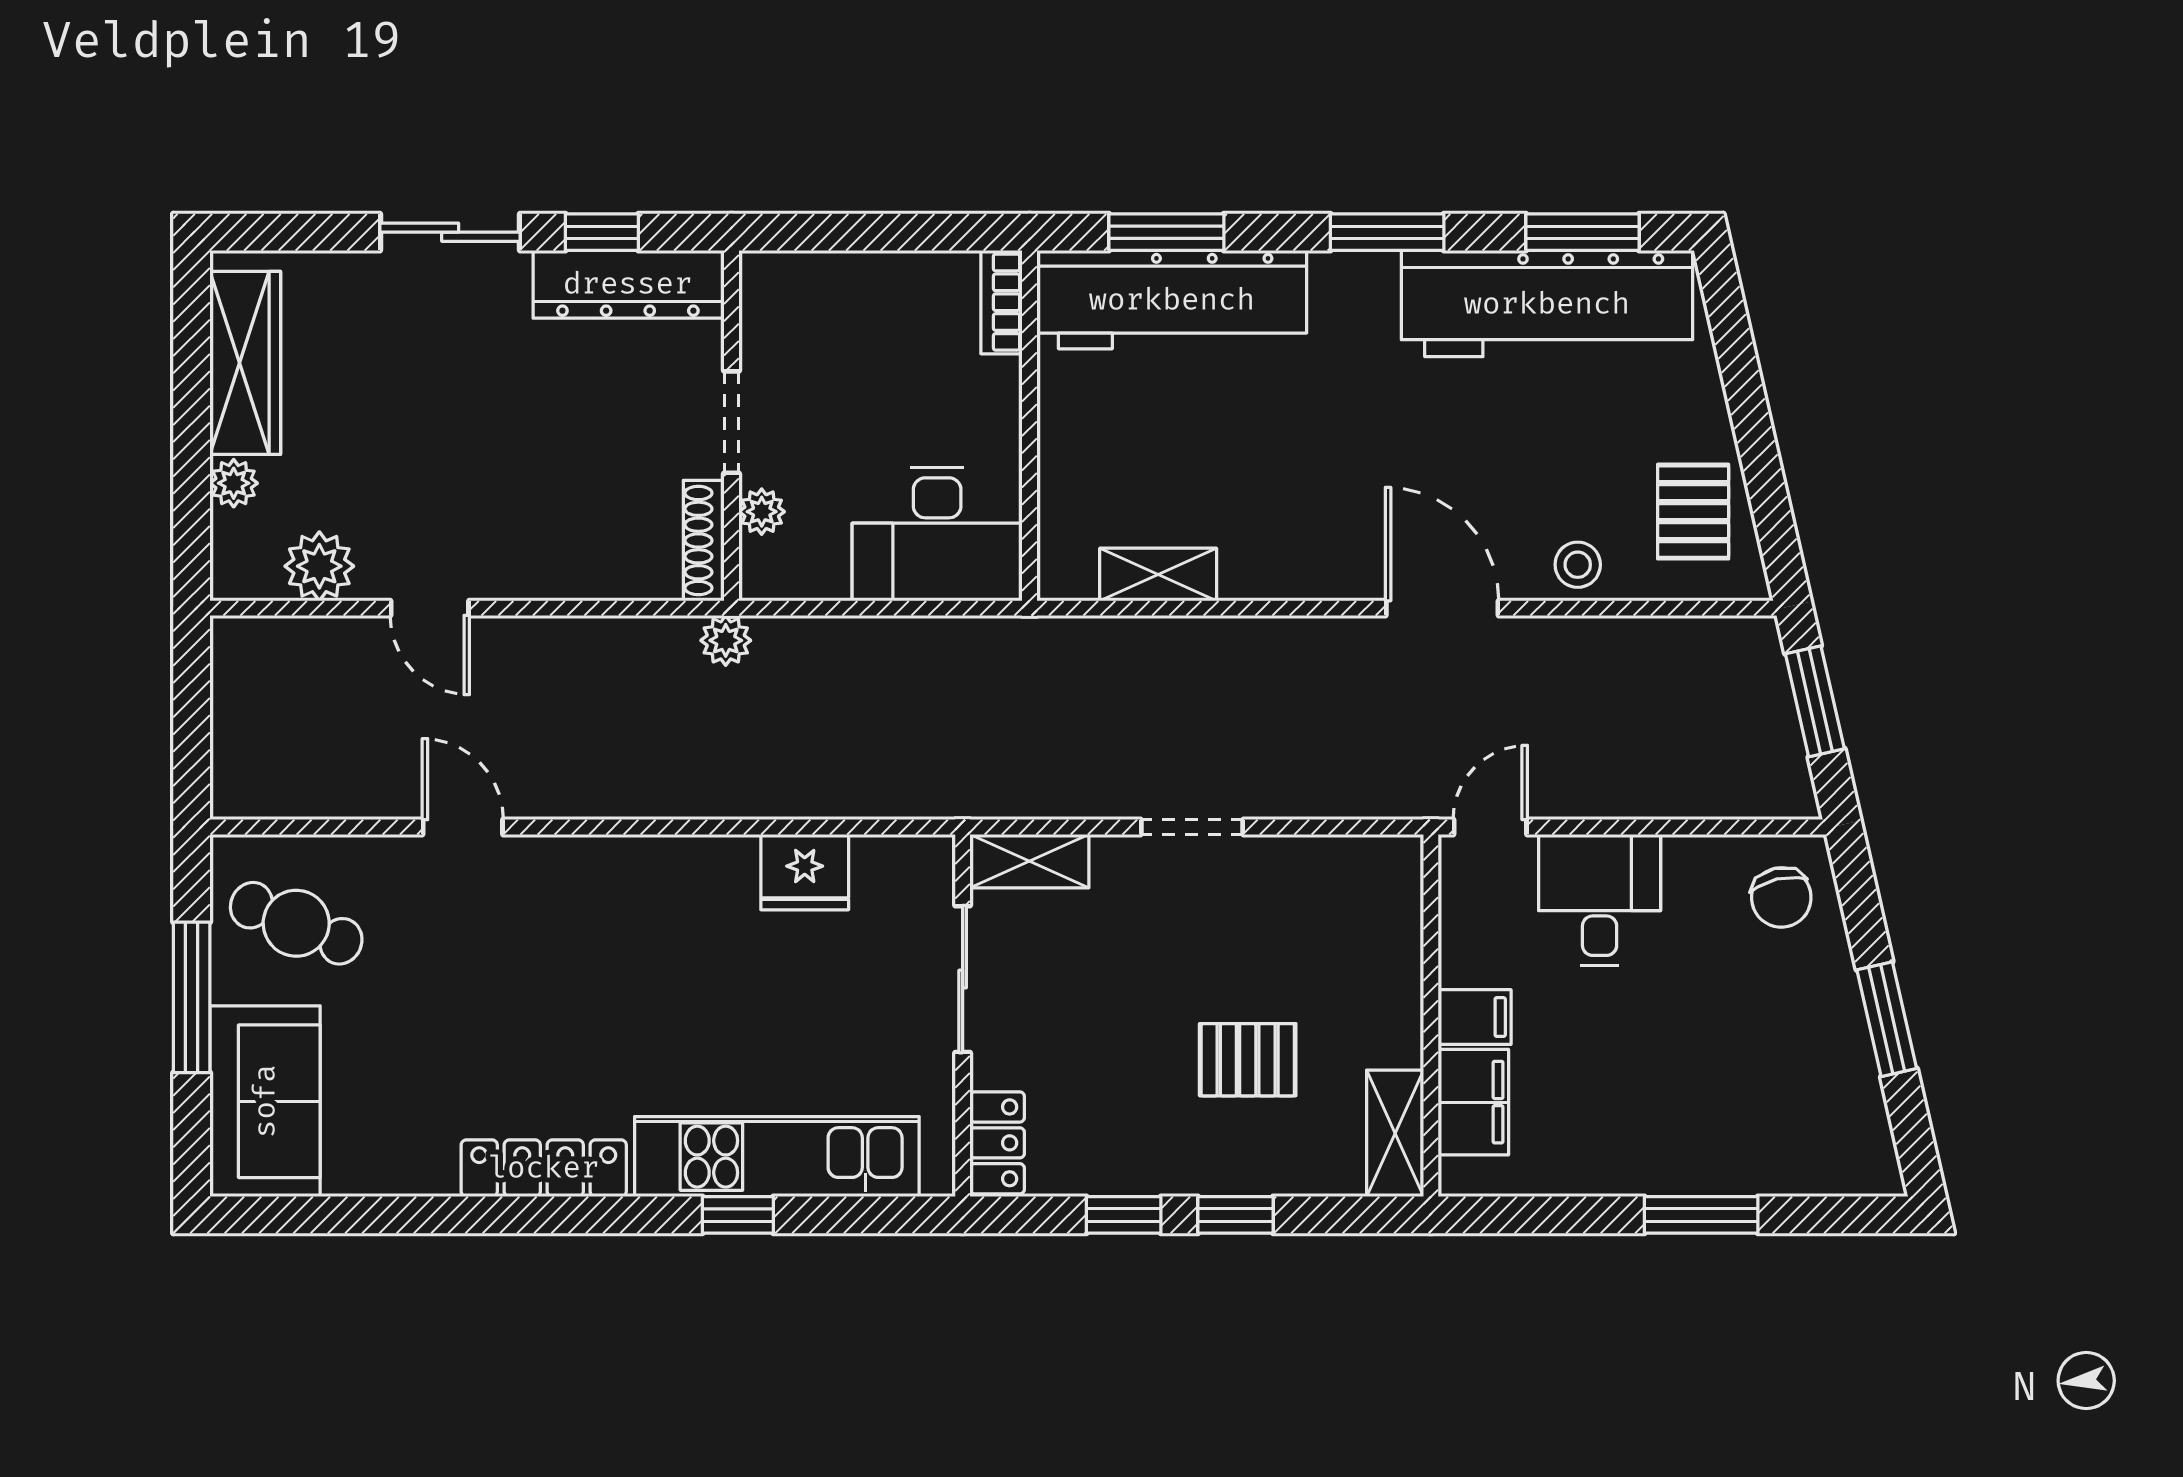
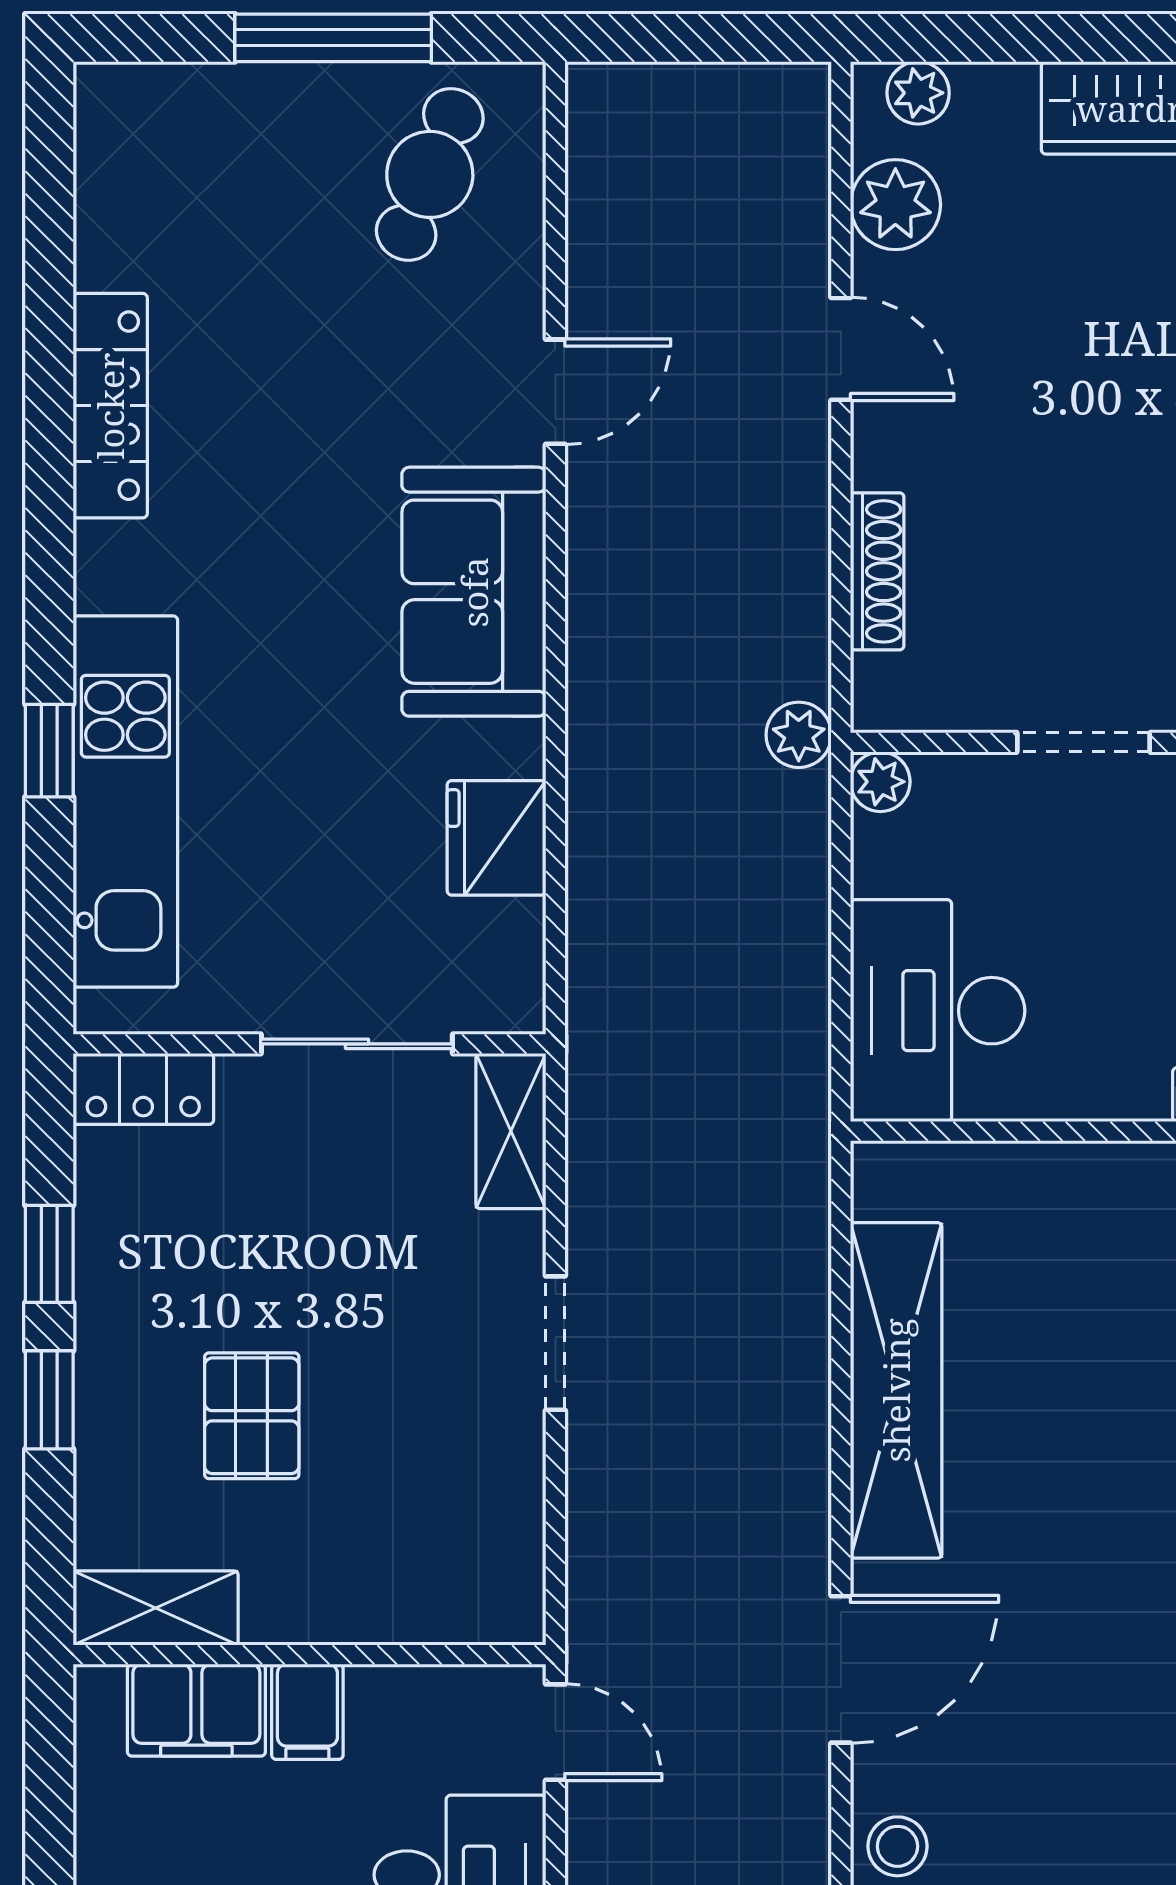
plant: (234, 483) -> (918, 93), moved
plant: (762, 512) -> (880, 782), moved
shoe rack: (704, 541) -> (877, 571), moved, turned 90
shelving: (1158, 574) -> (896, 1390), width x2.20, depth x1.33
door: (430, 608) -> (841, 349), swing flipped
sofa: (265, 1101) -> (474, 592), moved, turned 90
locker: (544, 1168) -> (110, 406), moved

